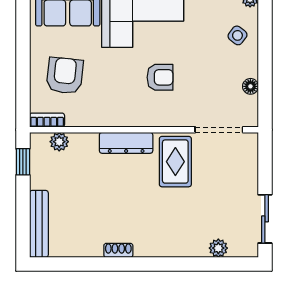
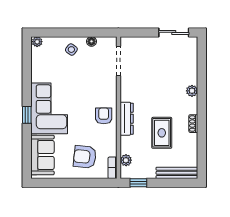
side table: (237, 35) -> (71, 50), moved
armchair: (160, 77) -> (104, 116), moved
rug: (175, 162) -> (162, 133), moved, turned 90
plant: (218, 248) -> (192, 91), moved

